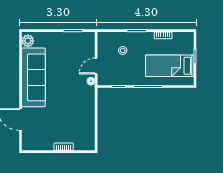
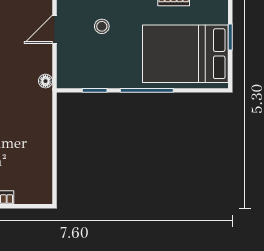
door: (96, 66) -> (55, 29), moved
bed: (170, 66) -> (185, 54), width x1.50

